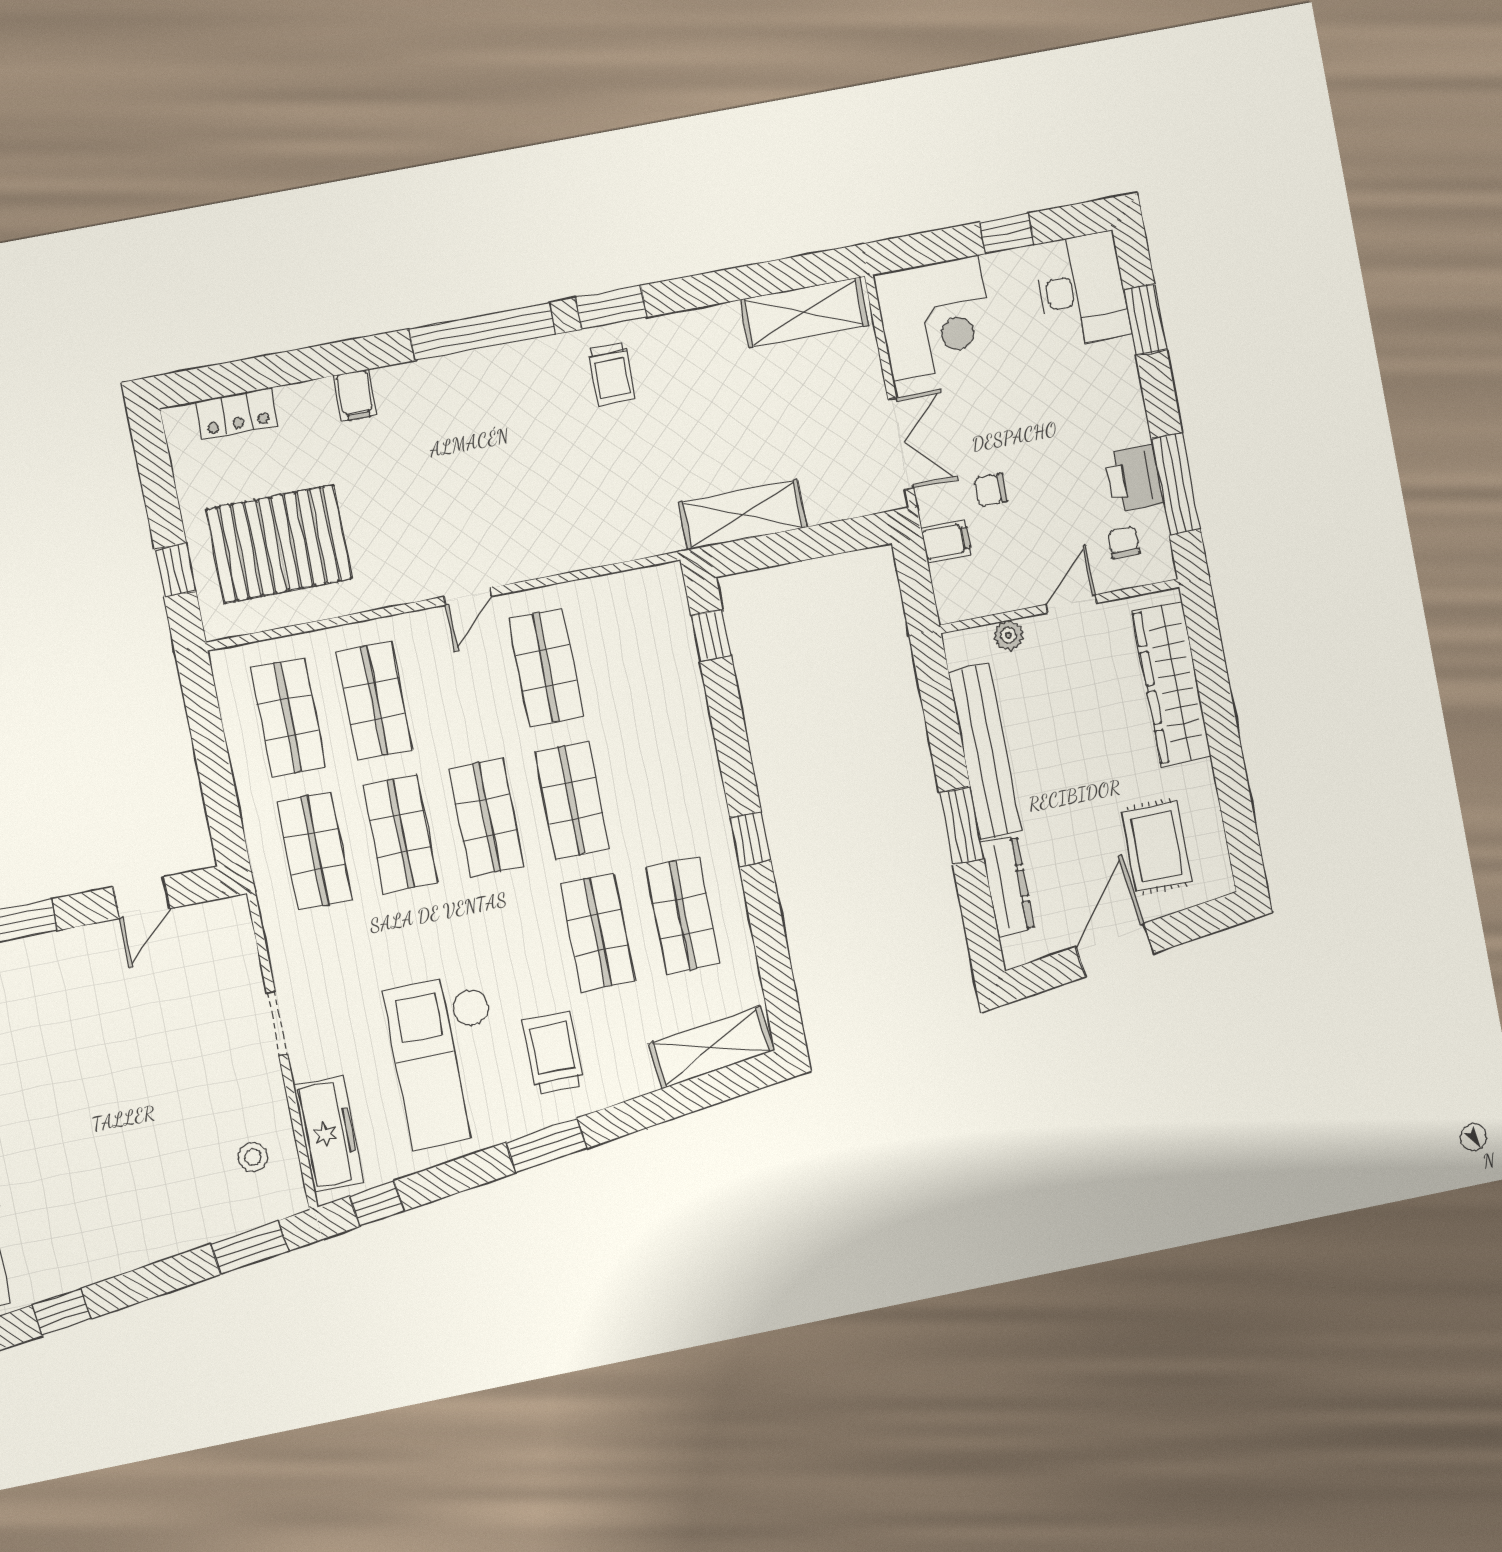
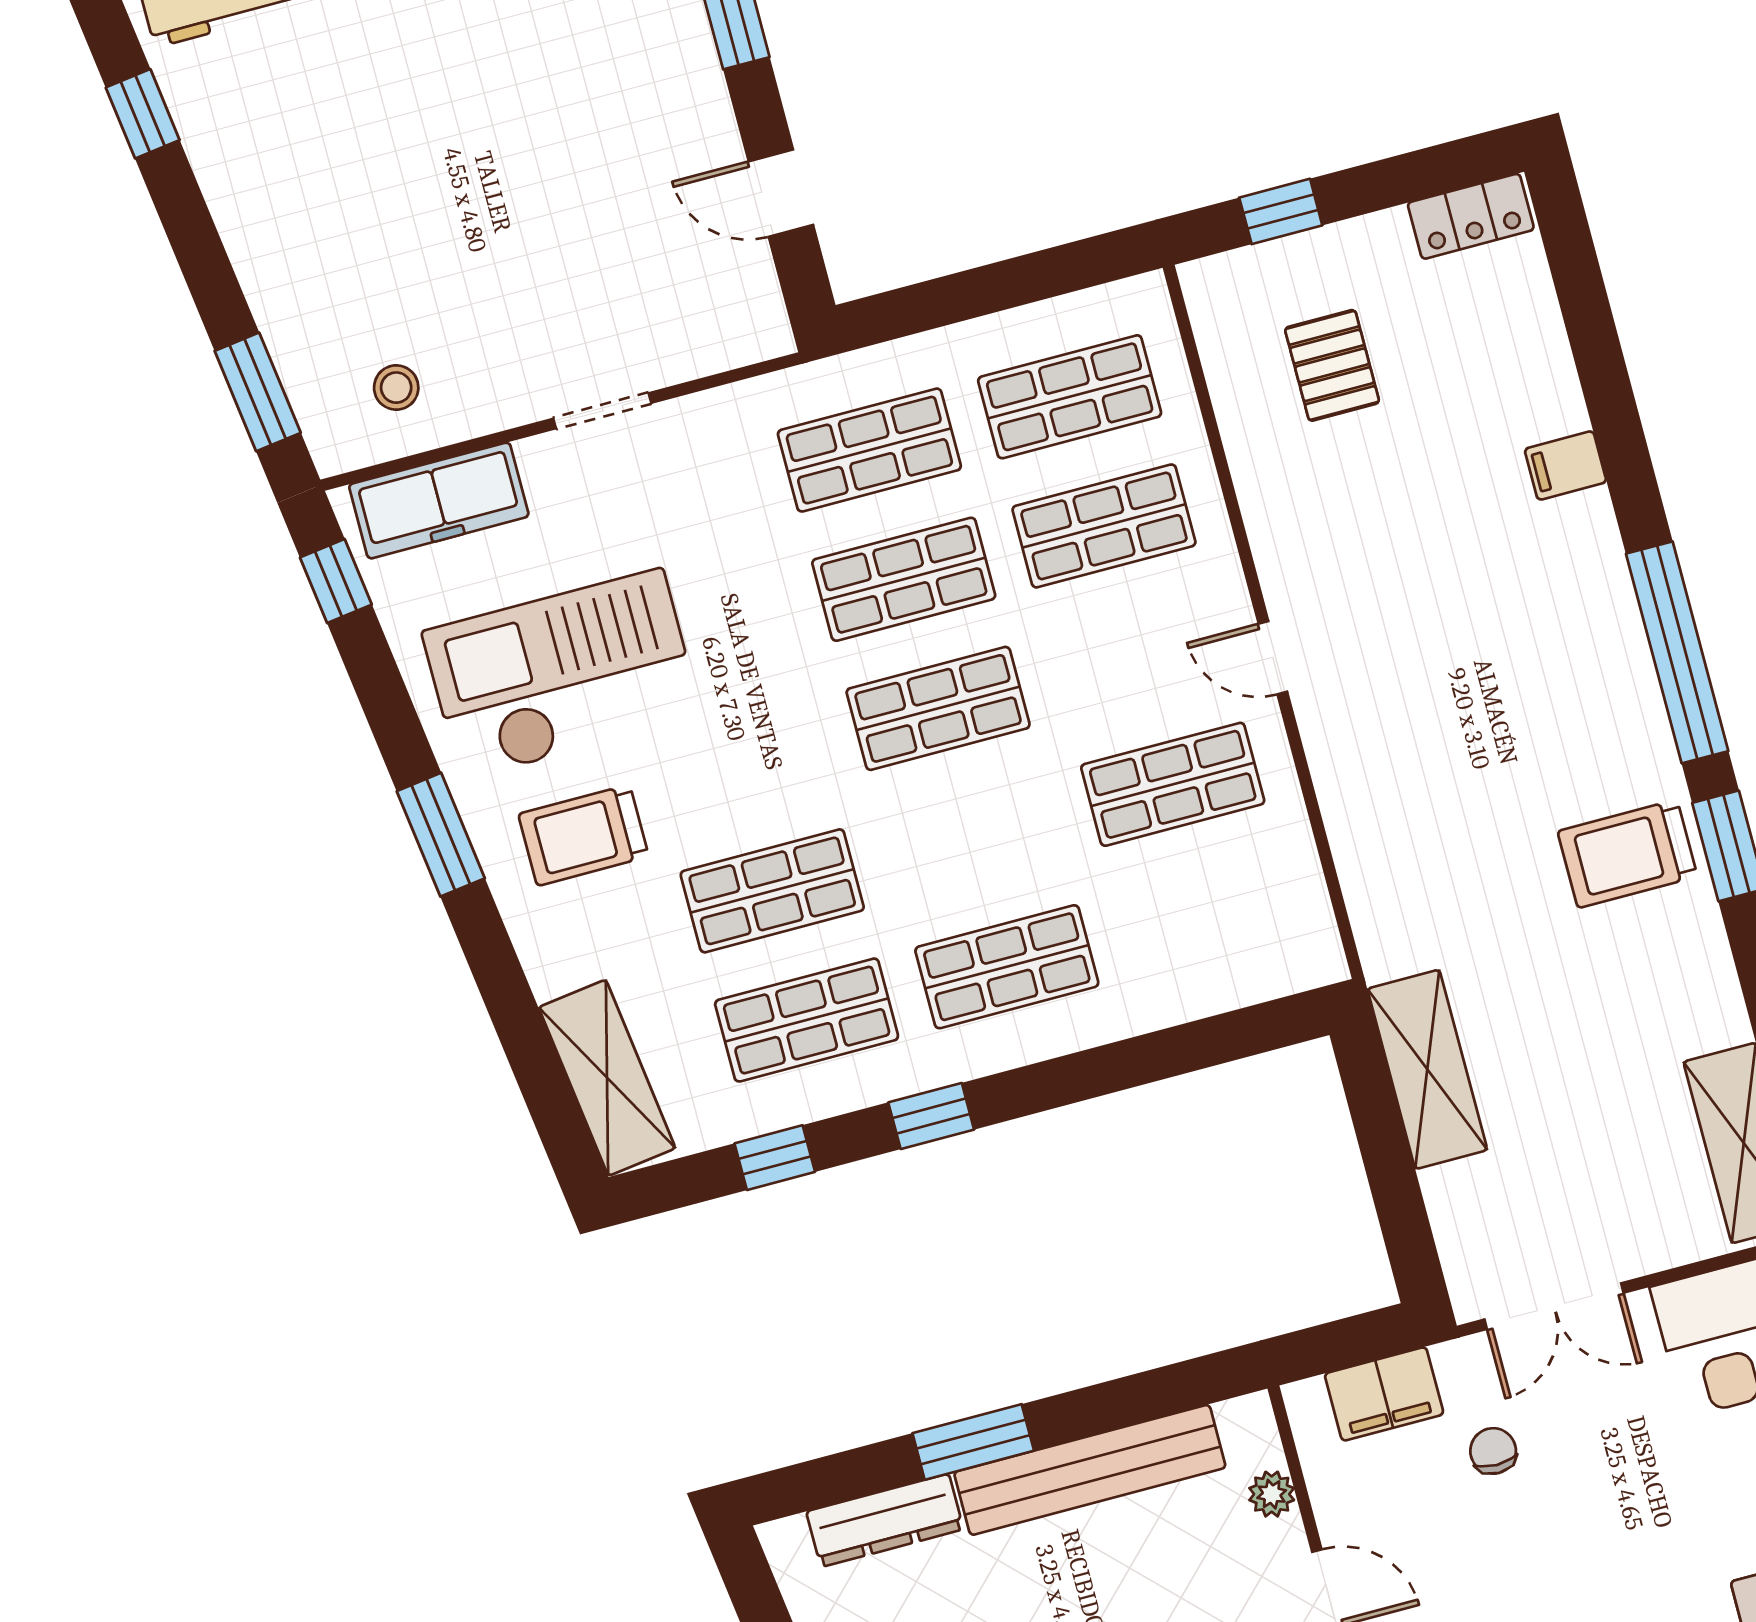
trolley: (612, 374) -> (1627, 854), width x1.36, depth x1.39
locker: (236, 414) -> (1471, 216), moved, turned -90
filing cabinet: (946, 541) -> (1384, 1394), width x2.00
pallet: (279, 544) -> (1332, 365), width x0.49, depth x0.50
window: (711, 636) -> (775, 1158), moved
shop shelf: (572, 800) -> (1007, 967), moved
trolley: (553, 1053) -> (583, 835), turned 180

